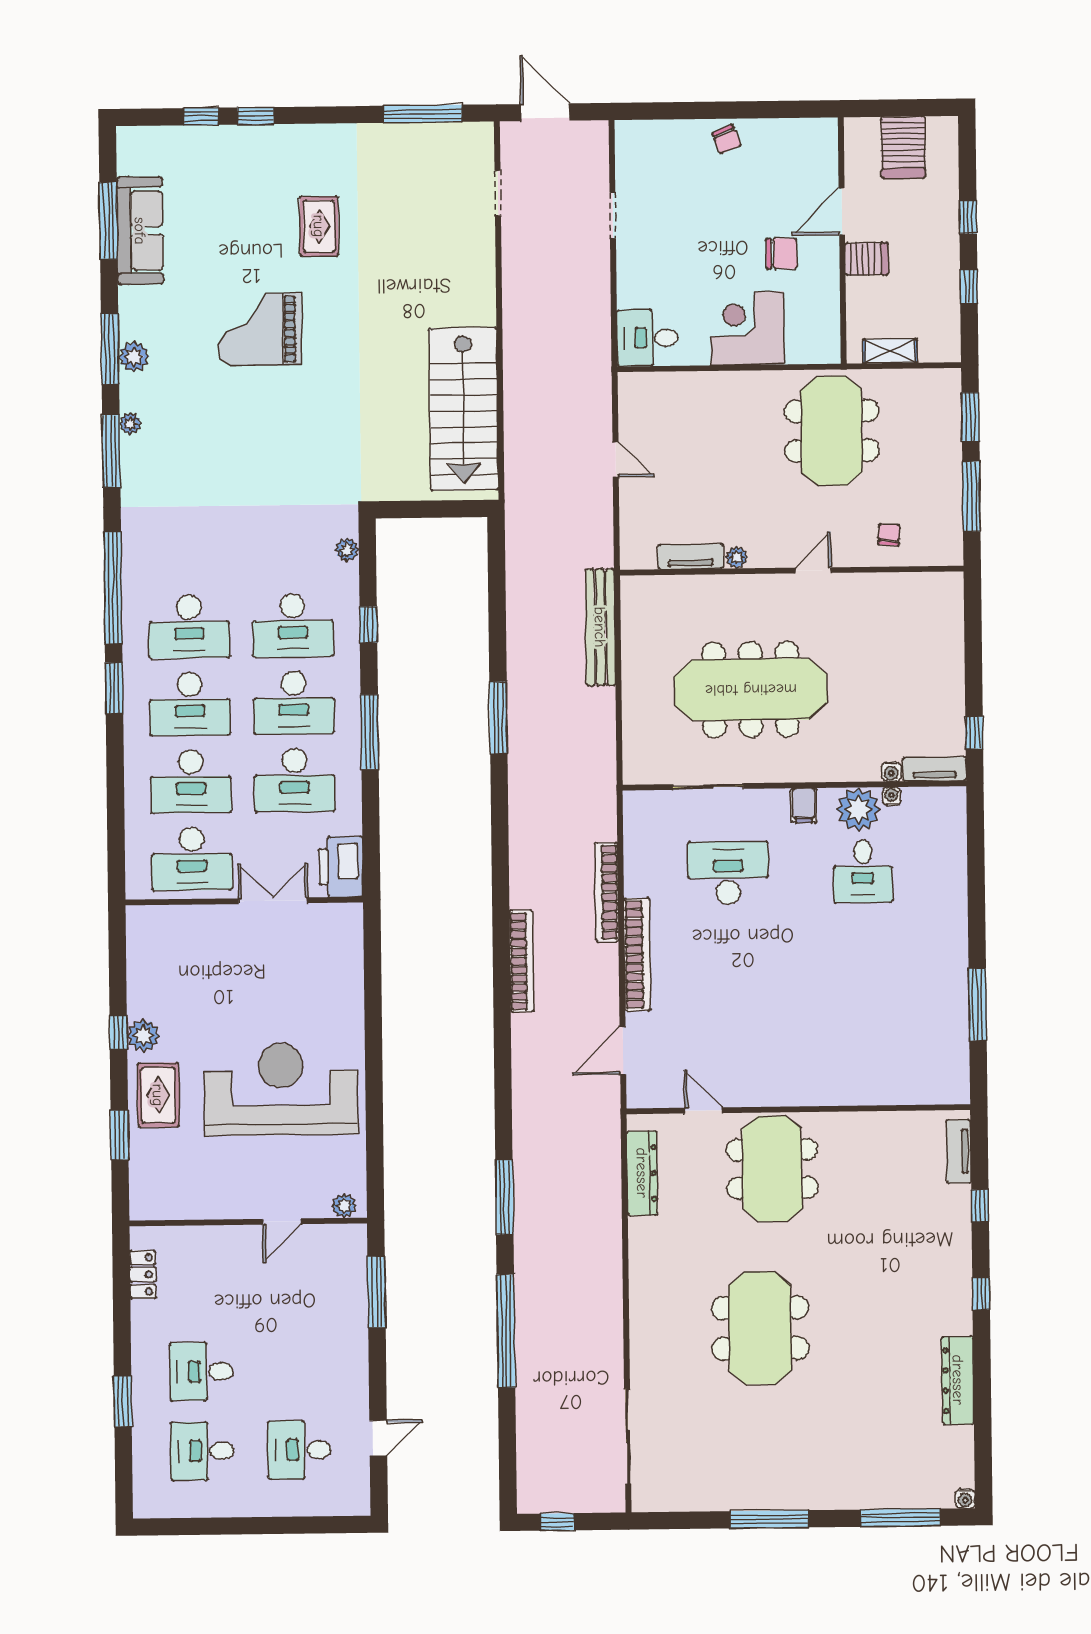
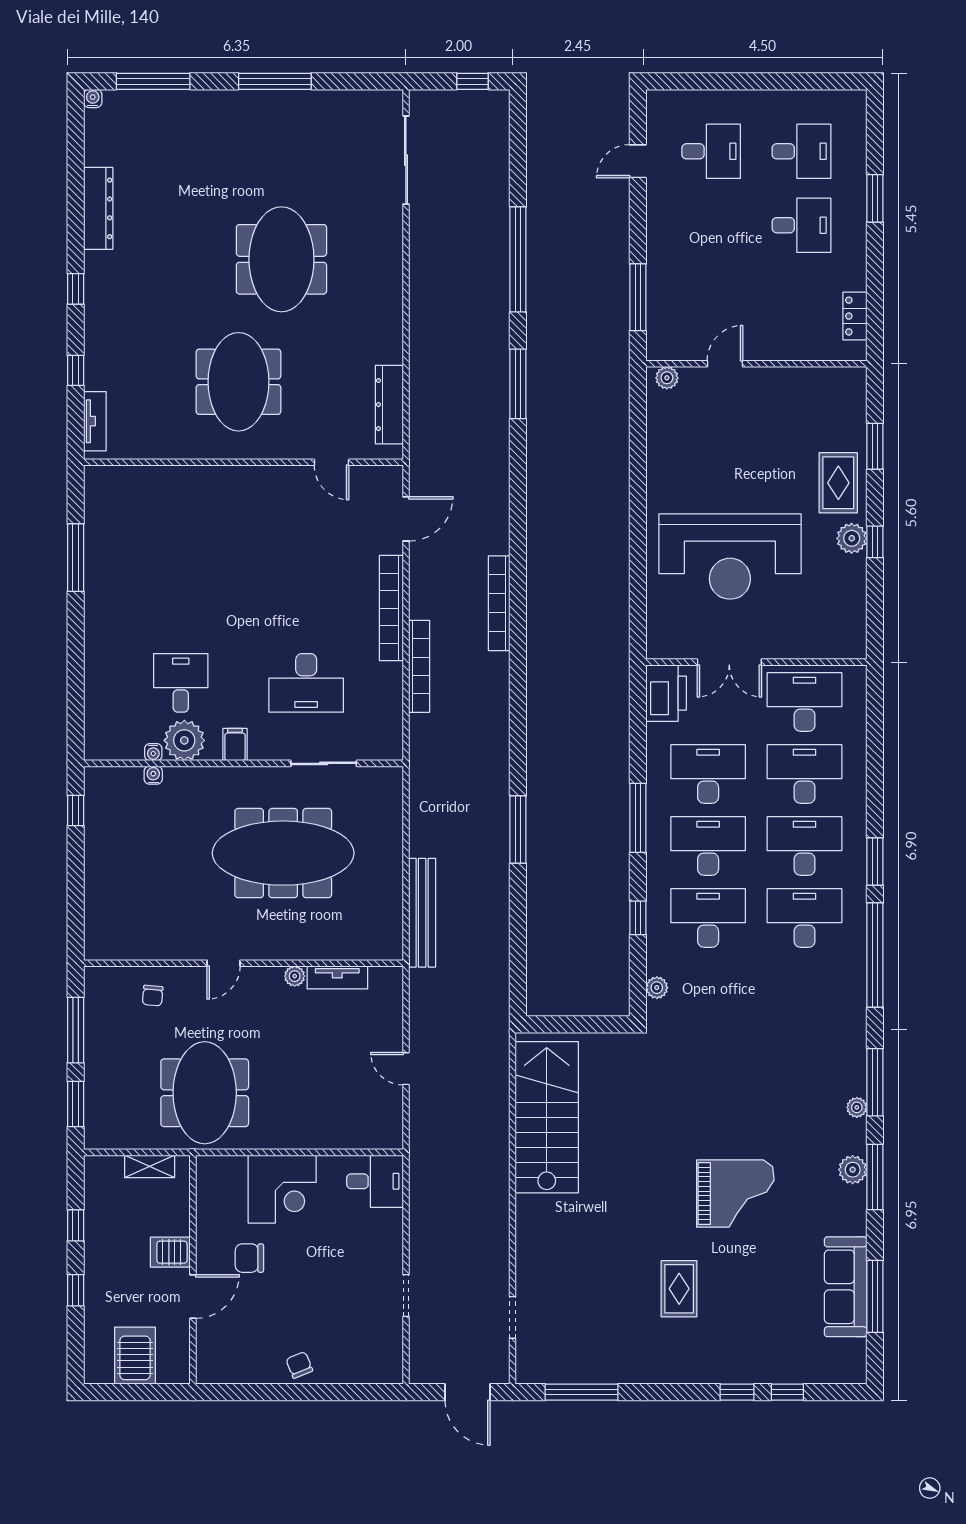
tv unit: (935, 769) -> (113, 777), removed
reception desk: (281, 1089) -> (730, 557), moved
meeting table: (772, 1169) -> (238, 382), moved

